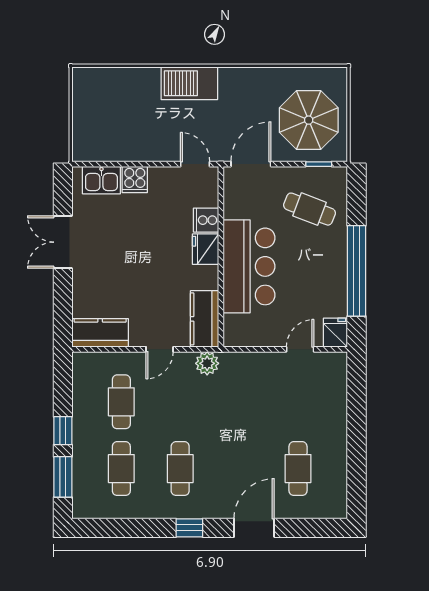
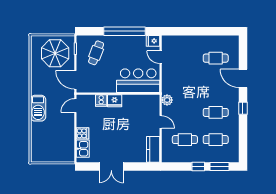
bar counter: (249, 266) -> (138, 81), moved
kitchen counter: (205, 319) -> (147, 101), removed

